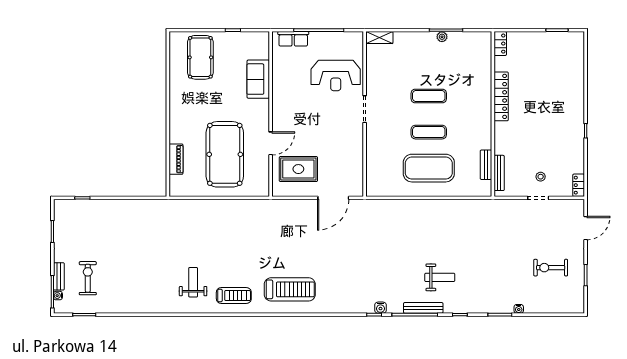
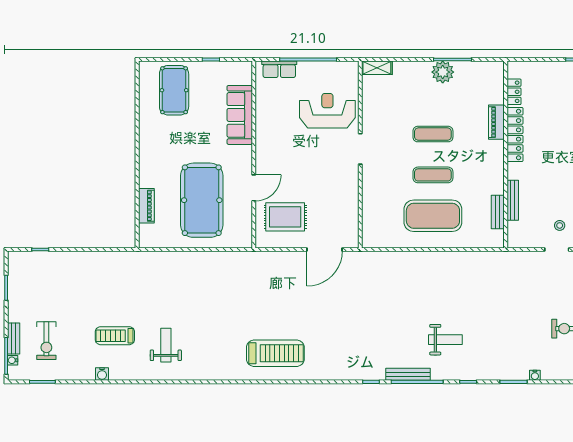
plant: (442, 37) -> (443, 72), width x1.87, depth x1.87
locker: (500, 44) -> (514, 92), moved
reception desk: (336, 75) -> (327, 111), turned 180
sofa: (258, 79) -> (240, 115), width x1.36
piano: (485, 86) -> (496, 122), added
bench: (499, 173) -> (513, 200), moved
exercise bike: (88, 278) -> (46, 341), turned 180
treadmill: (234, 296) -> (115, 336), moved, turned 180
water cooler: (380, 308) -> (102, 374), moved
bench: (423, 308) -> (408, 374), moved

